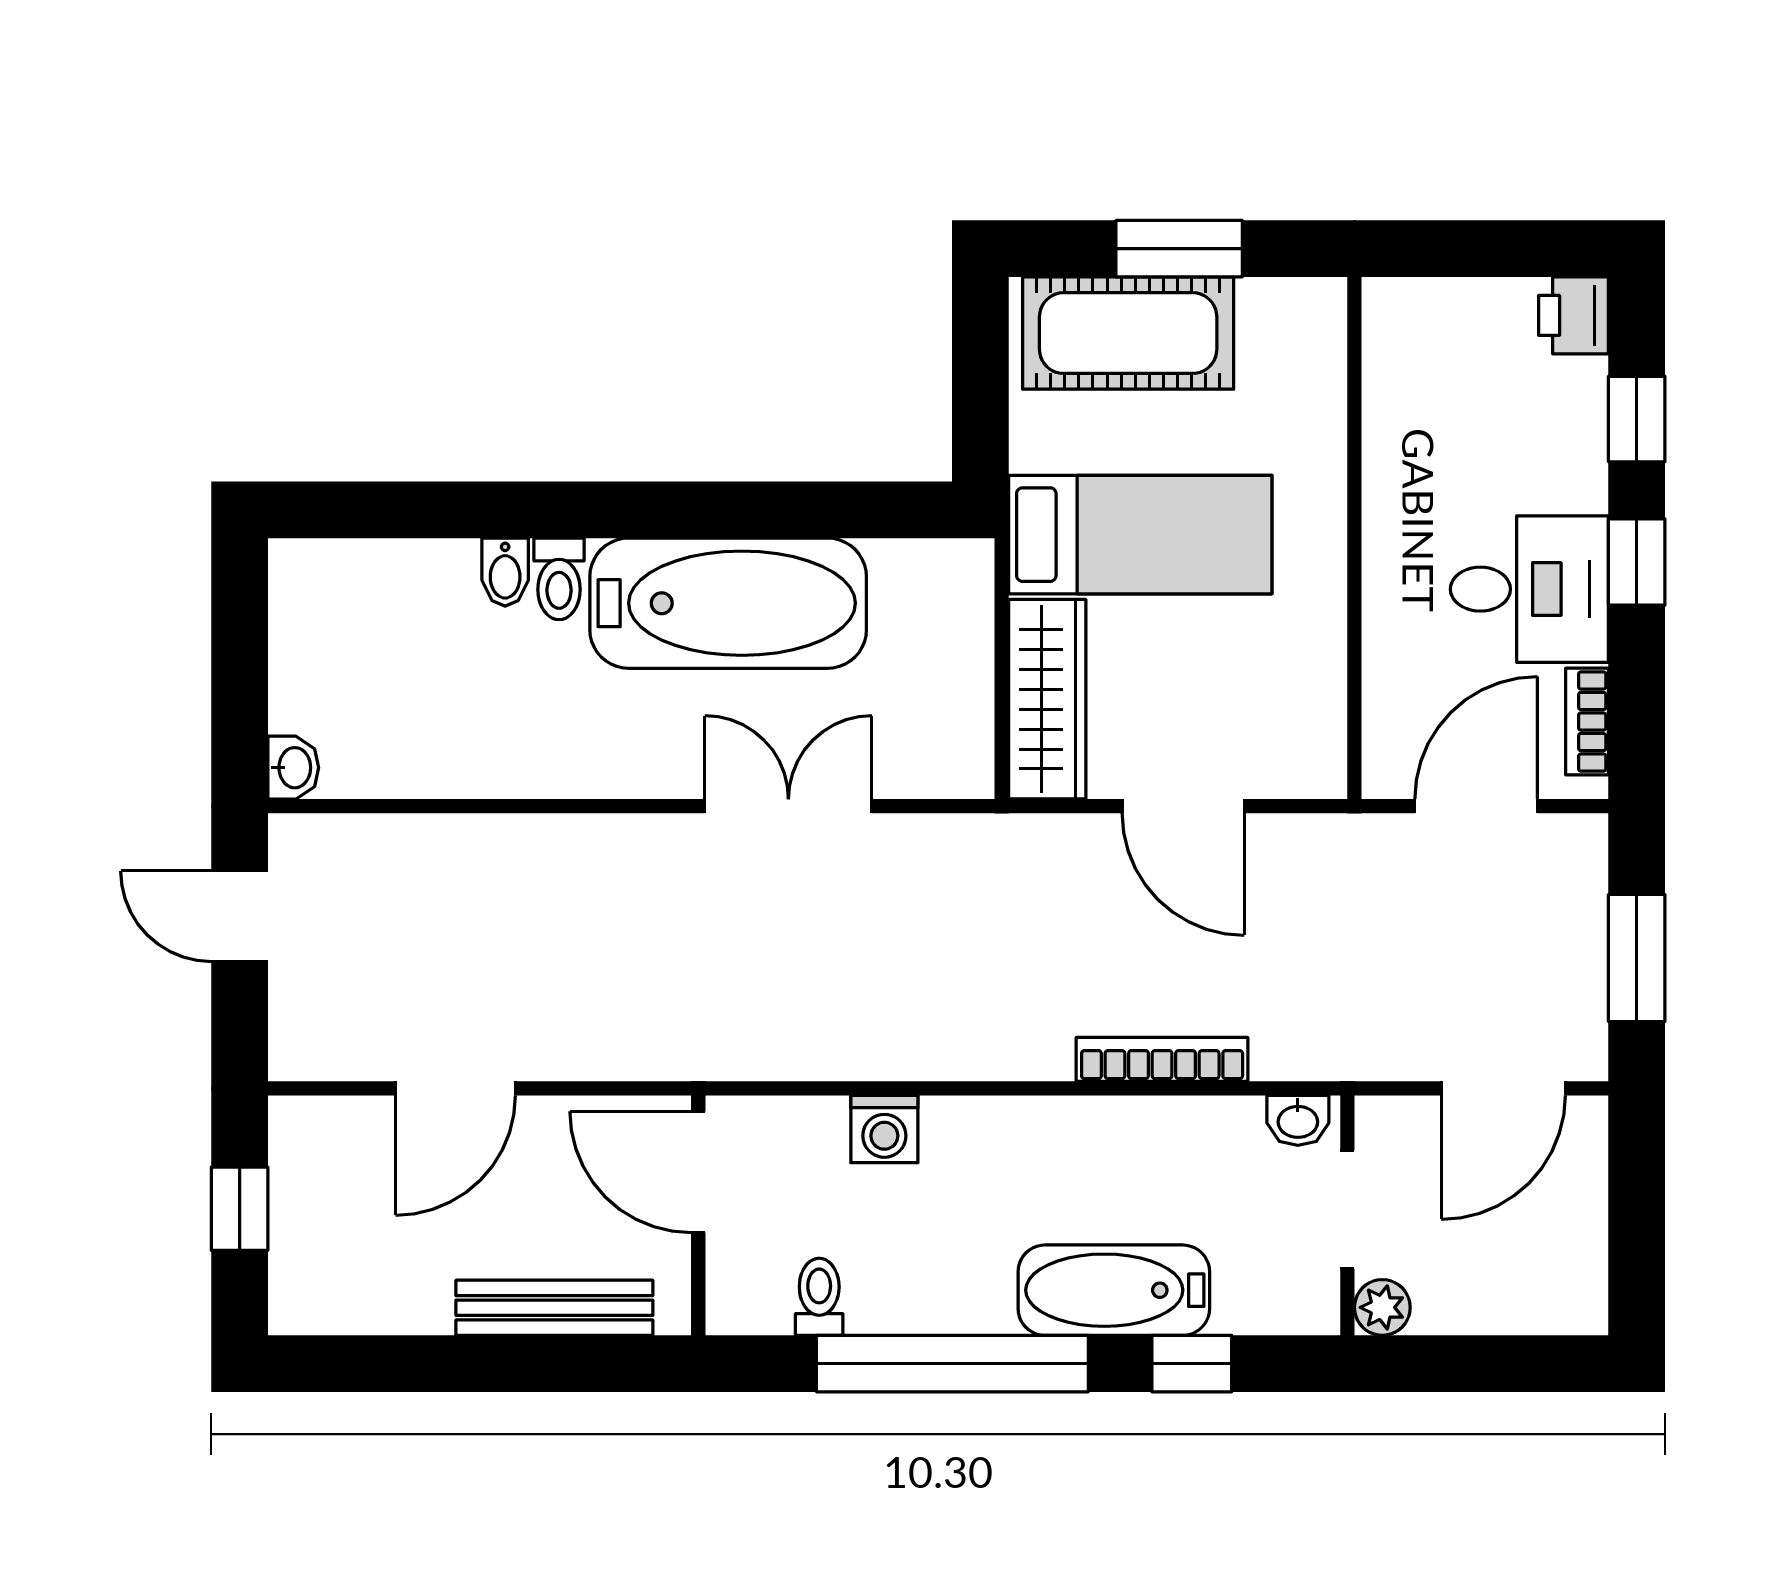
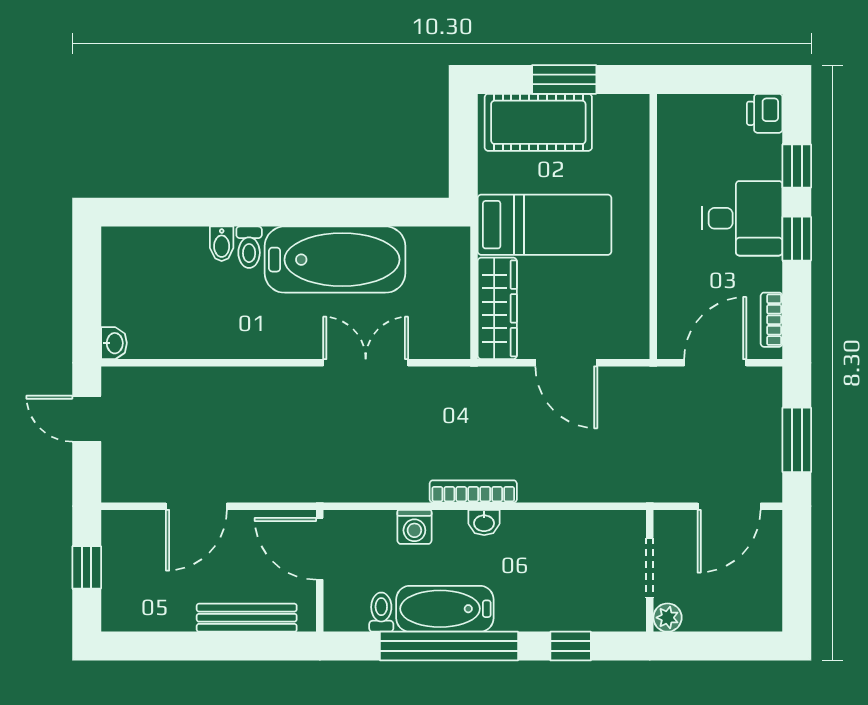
desk: (1529, 589) -> (742, 218), moved
bookcase: (1162, 1059) -> (473, 491), moved
washbasin: (1298, 1120) -> (484, 522), moved
bathtub: (1114, 1290) -> (445, 609), moved

